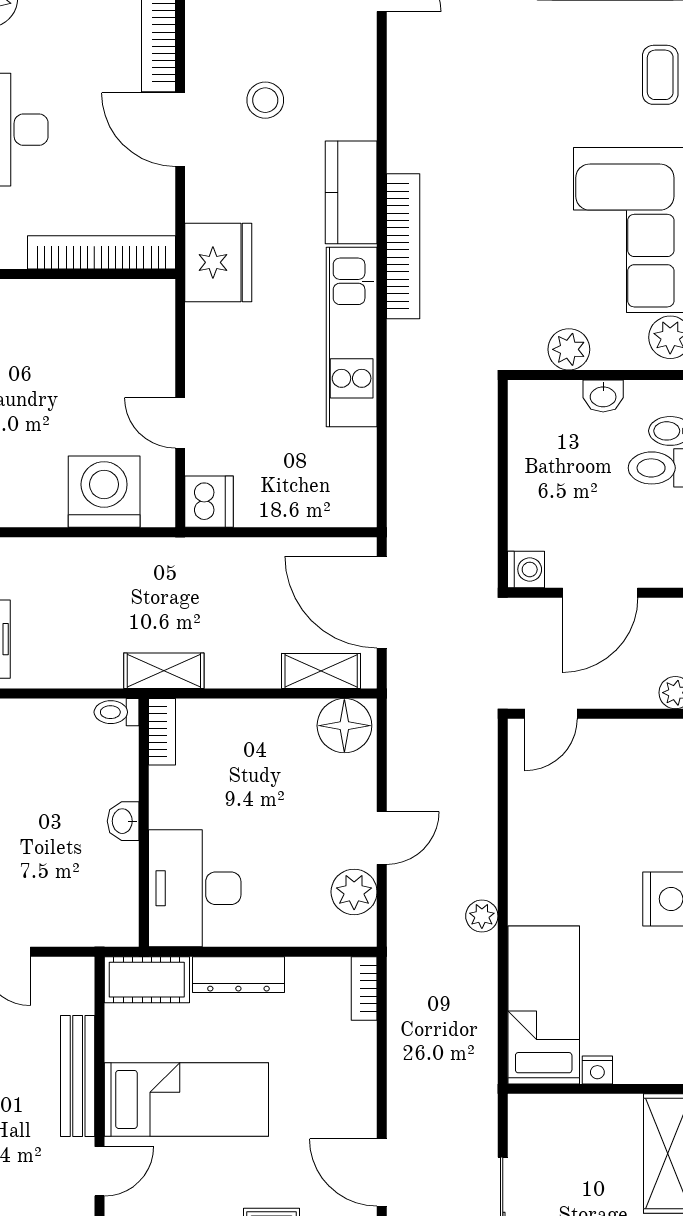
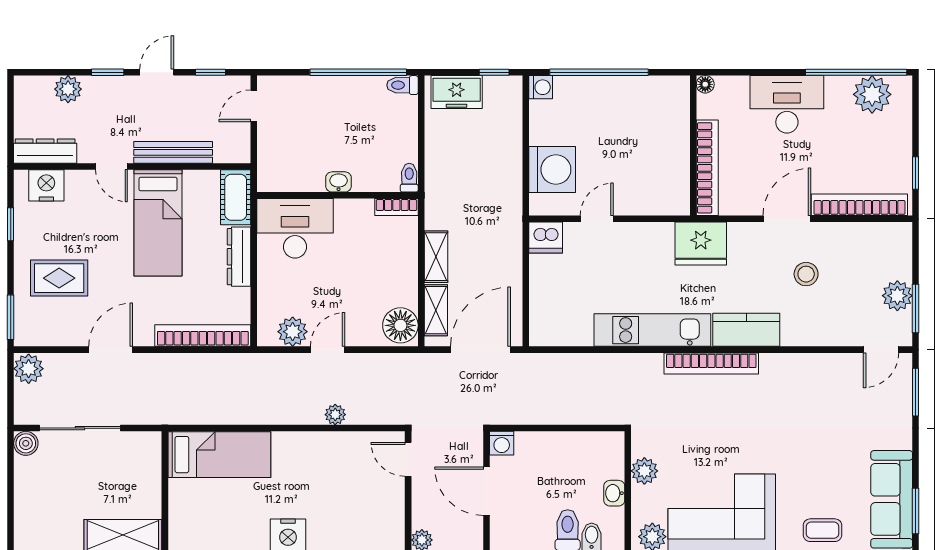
shelving: (164, 671) -> (436, 257), moved
door: (382, 838) -> (328, 350), swing flipped
plant: (482, 916) -> (335, 415), moved
bookcase: (364, 988) -> (203, 336), width x2.31, depth x1.31
nightstand: (597, 1070) -> (177, 489), removed

